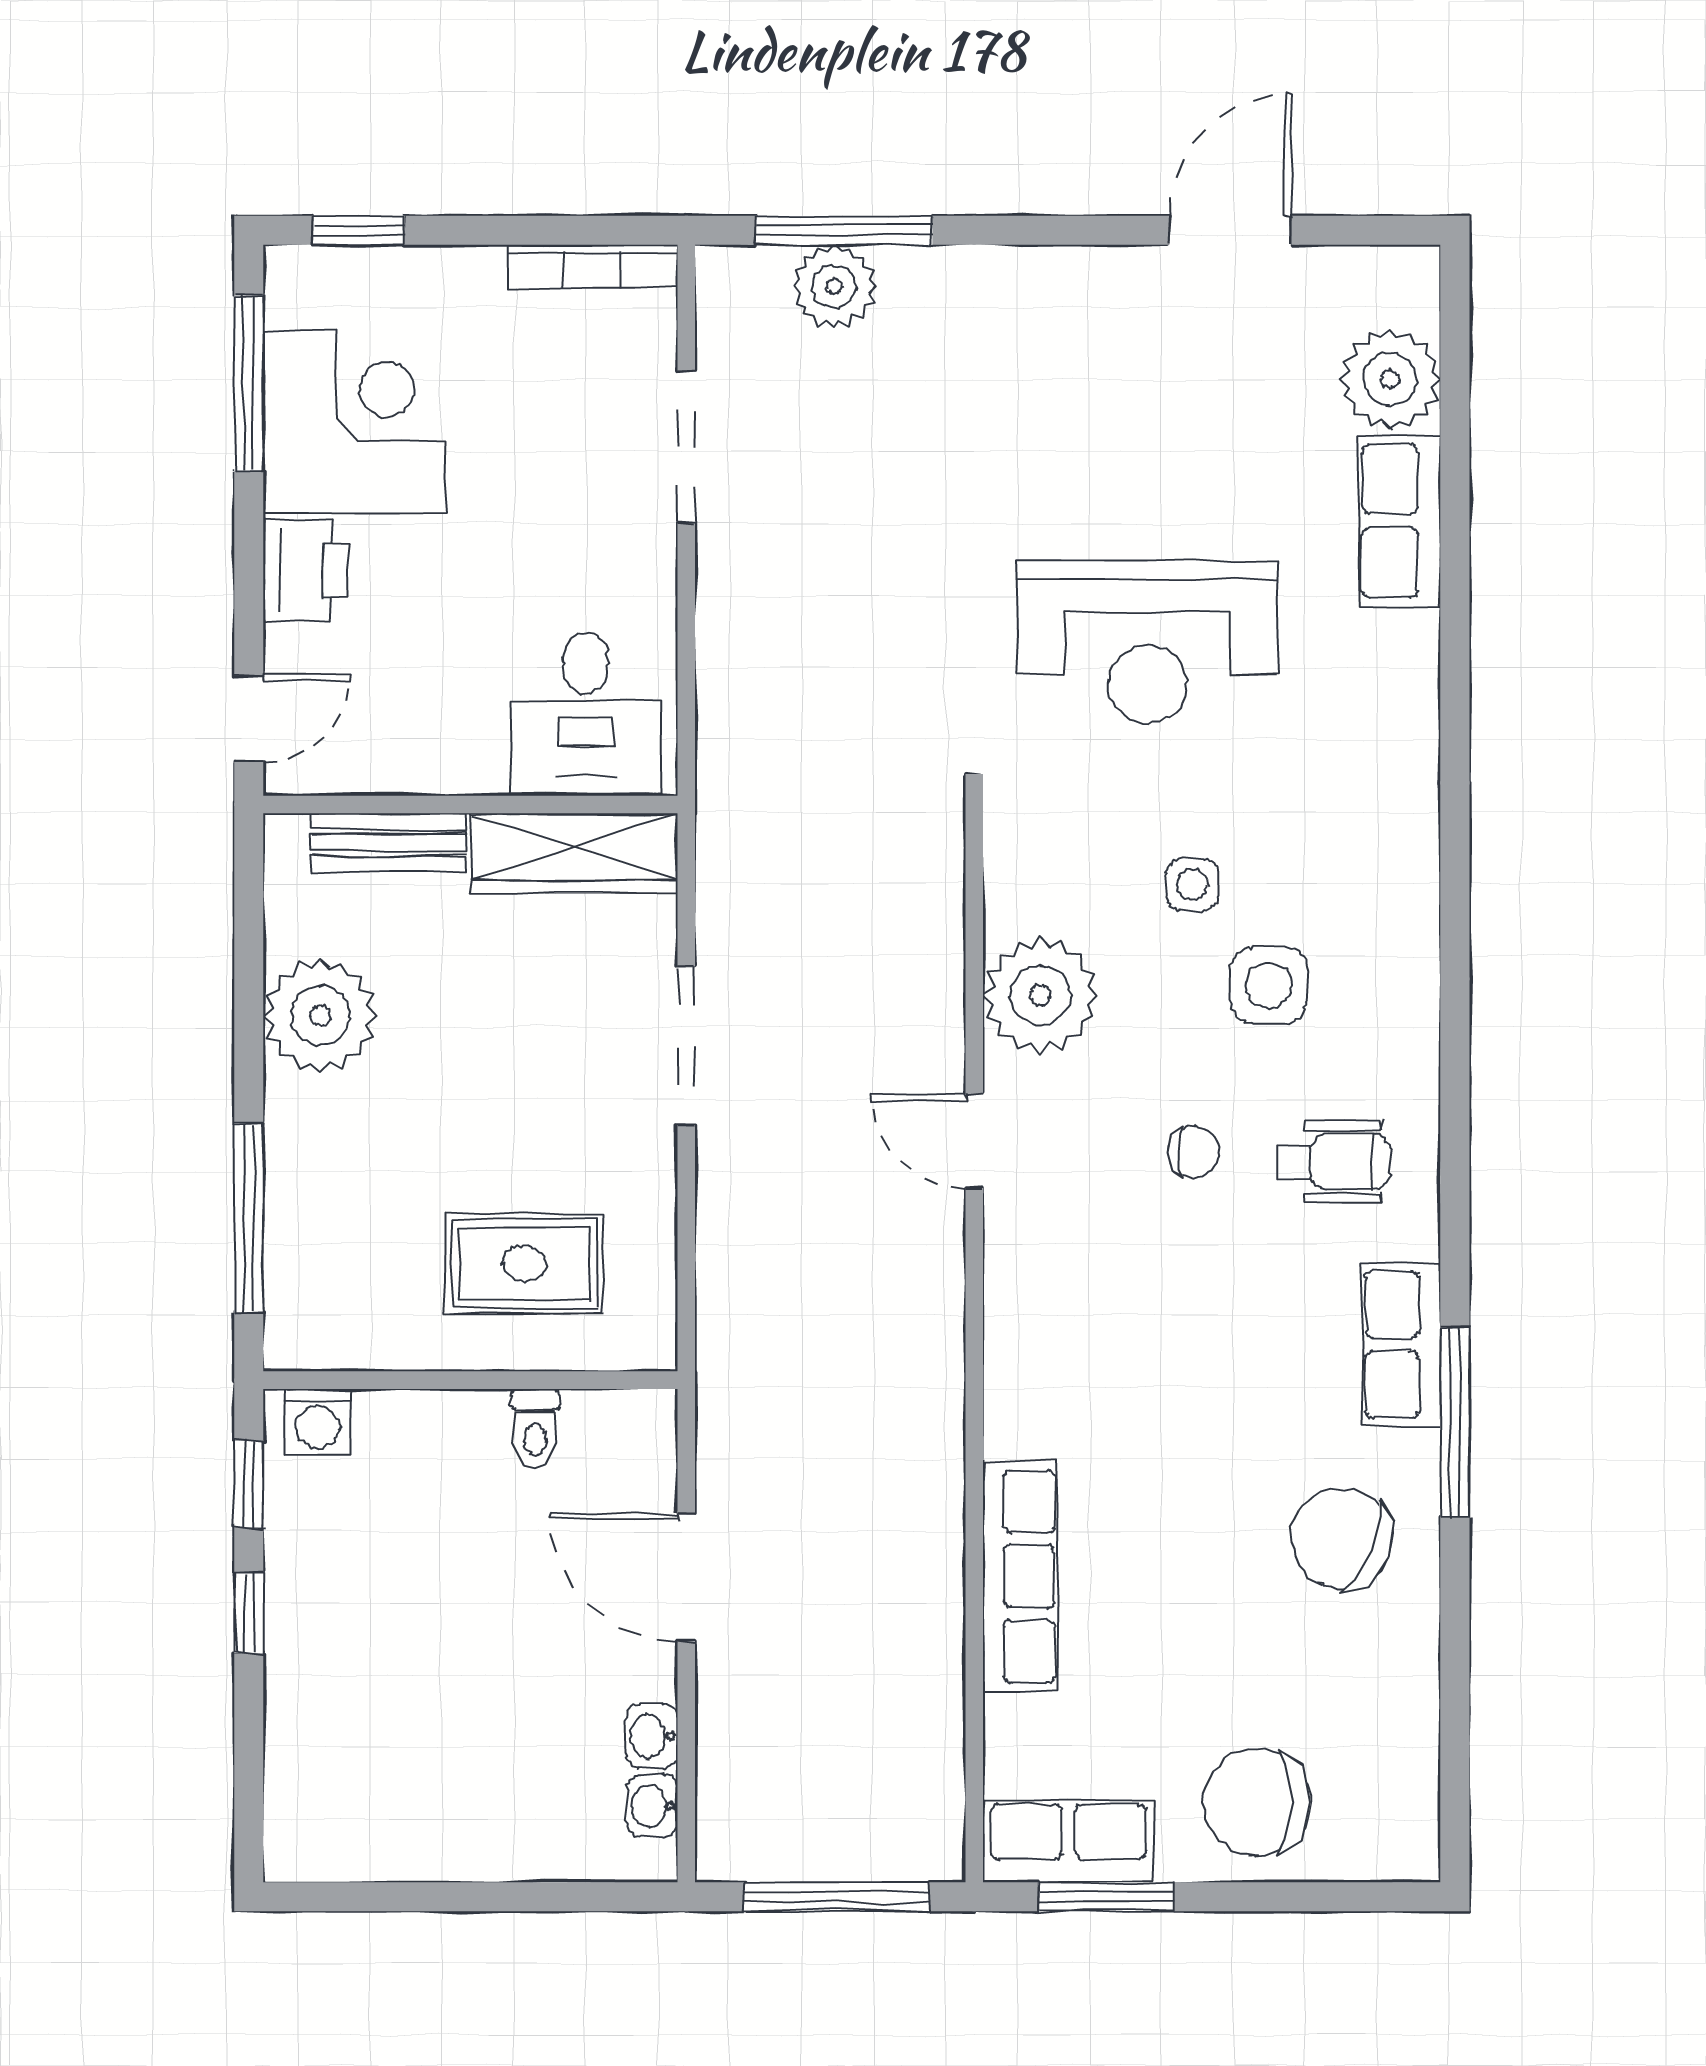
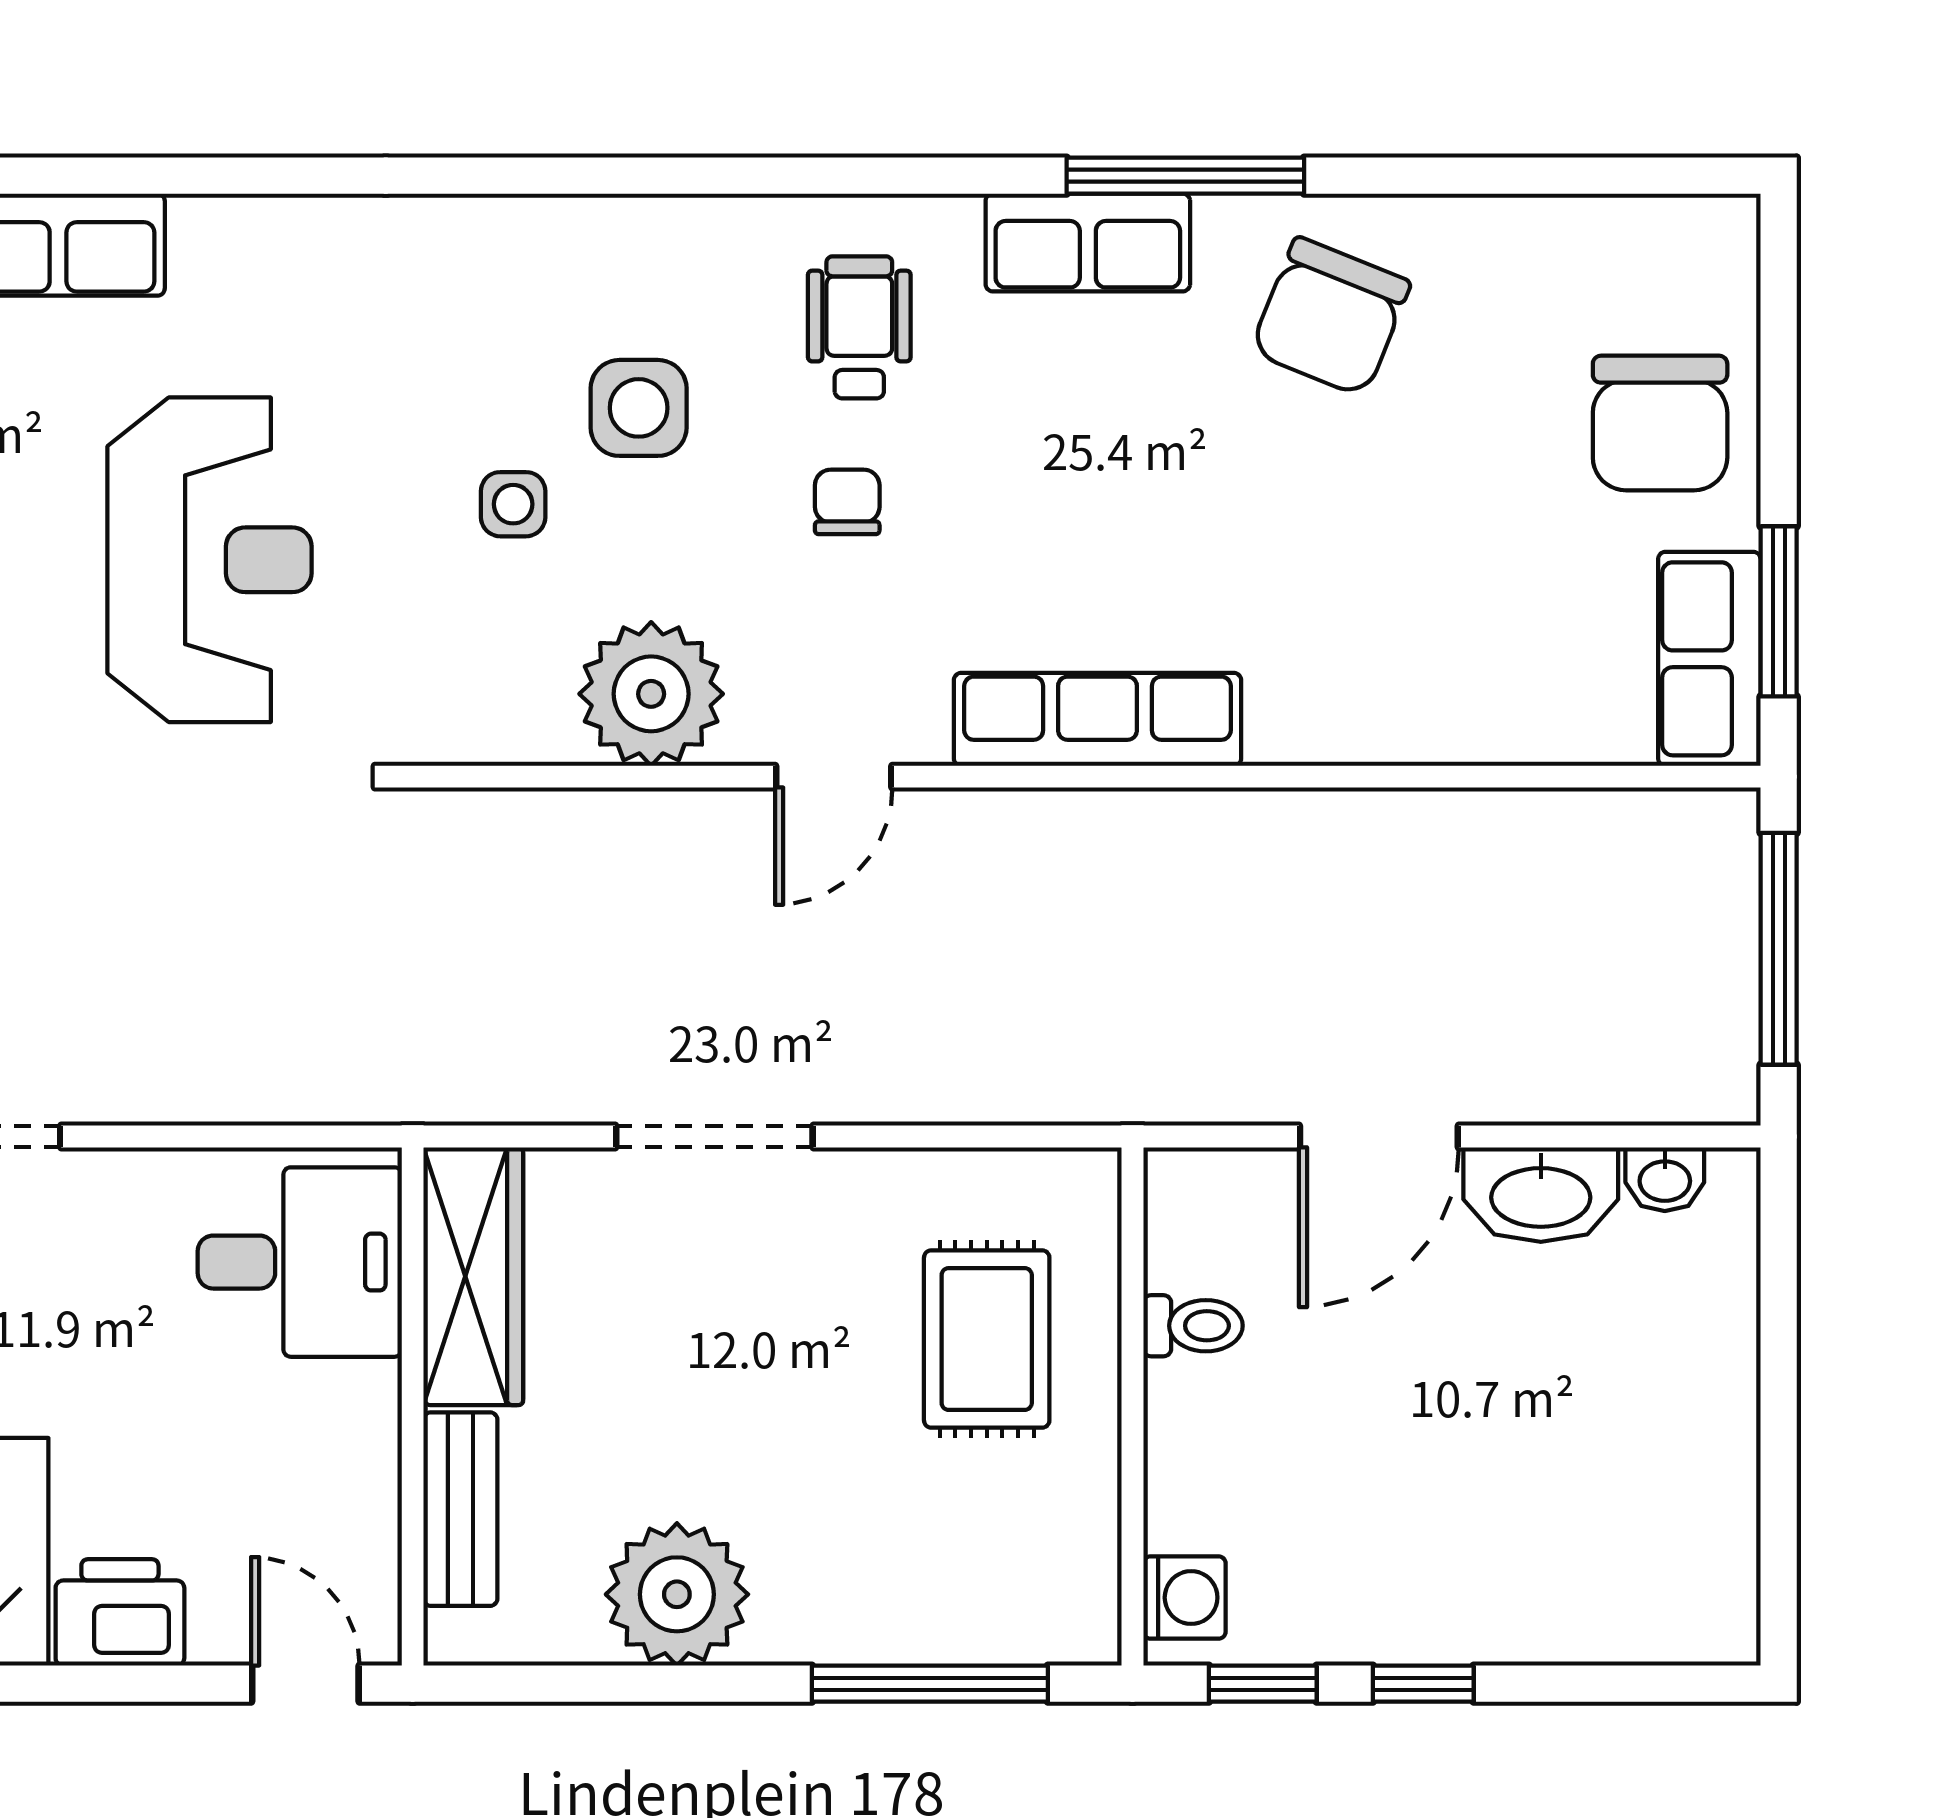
row of seats: (1020, 1576) -> (1097, 719), moved
washbasin: (652, 1736) -> (1541, 1195), width x1.91, depth x1.45

